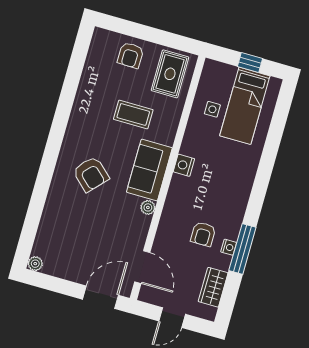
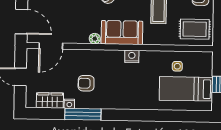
nightstand: (229, 247) -> (69, 104), moved

